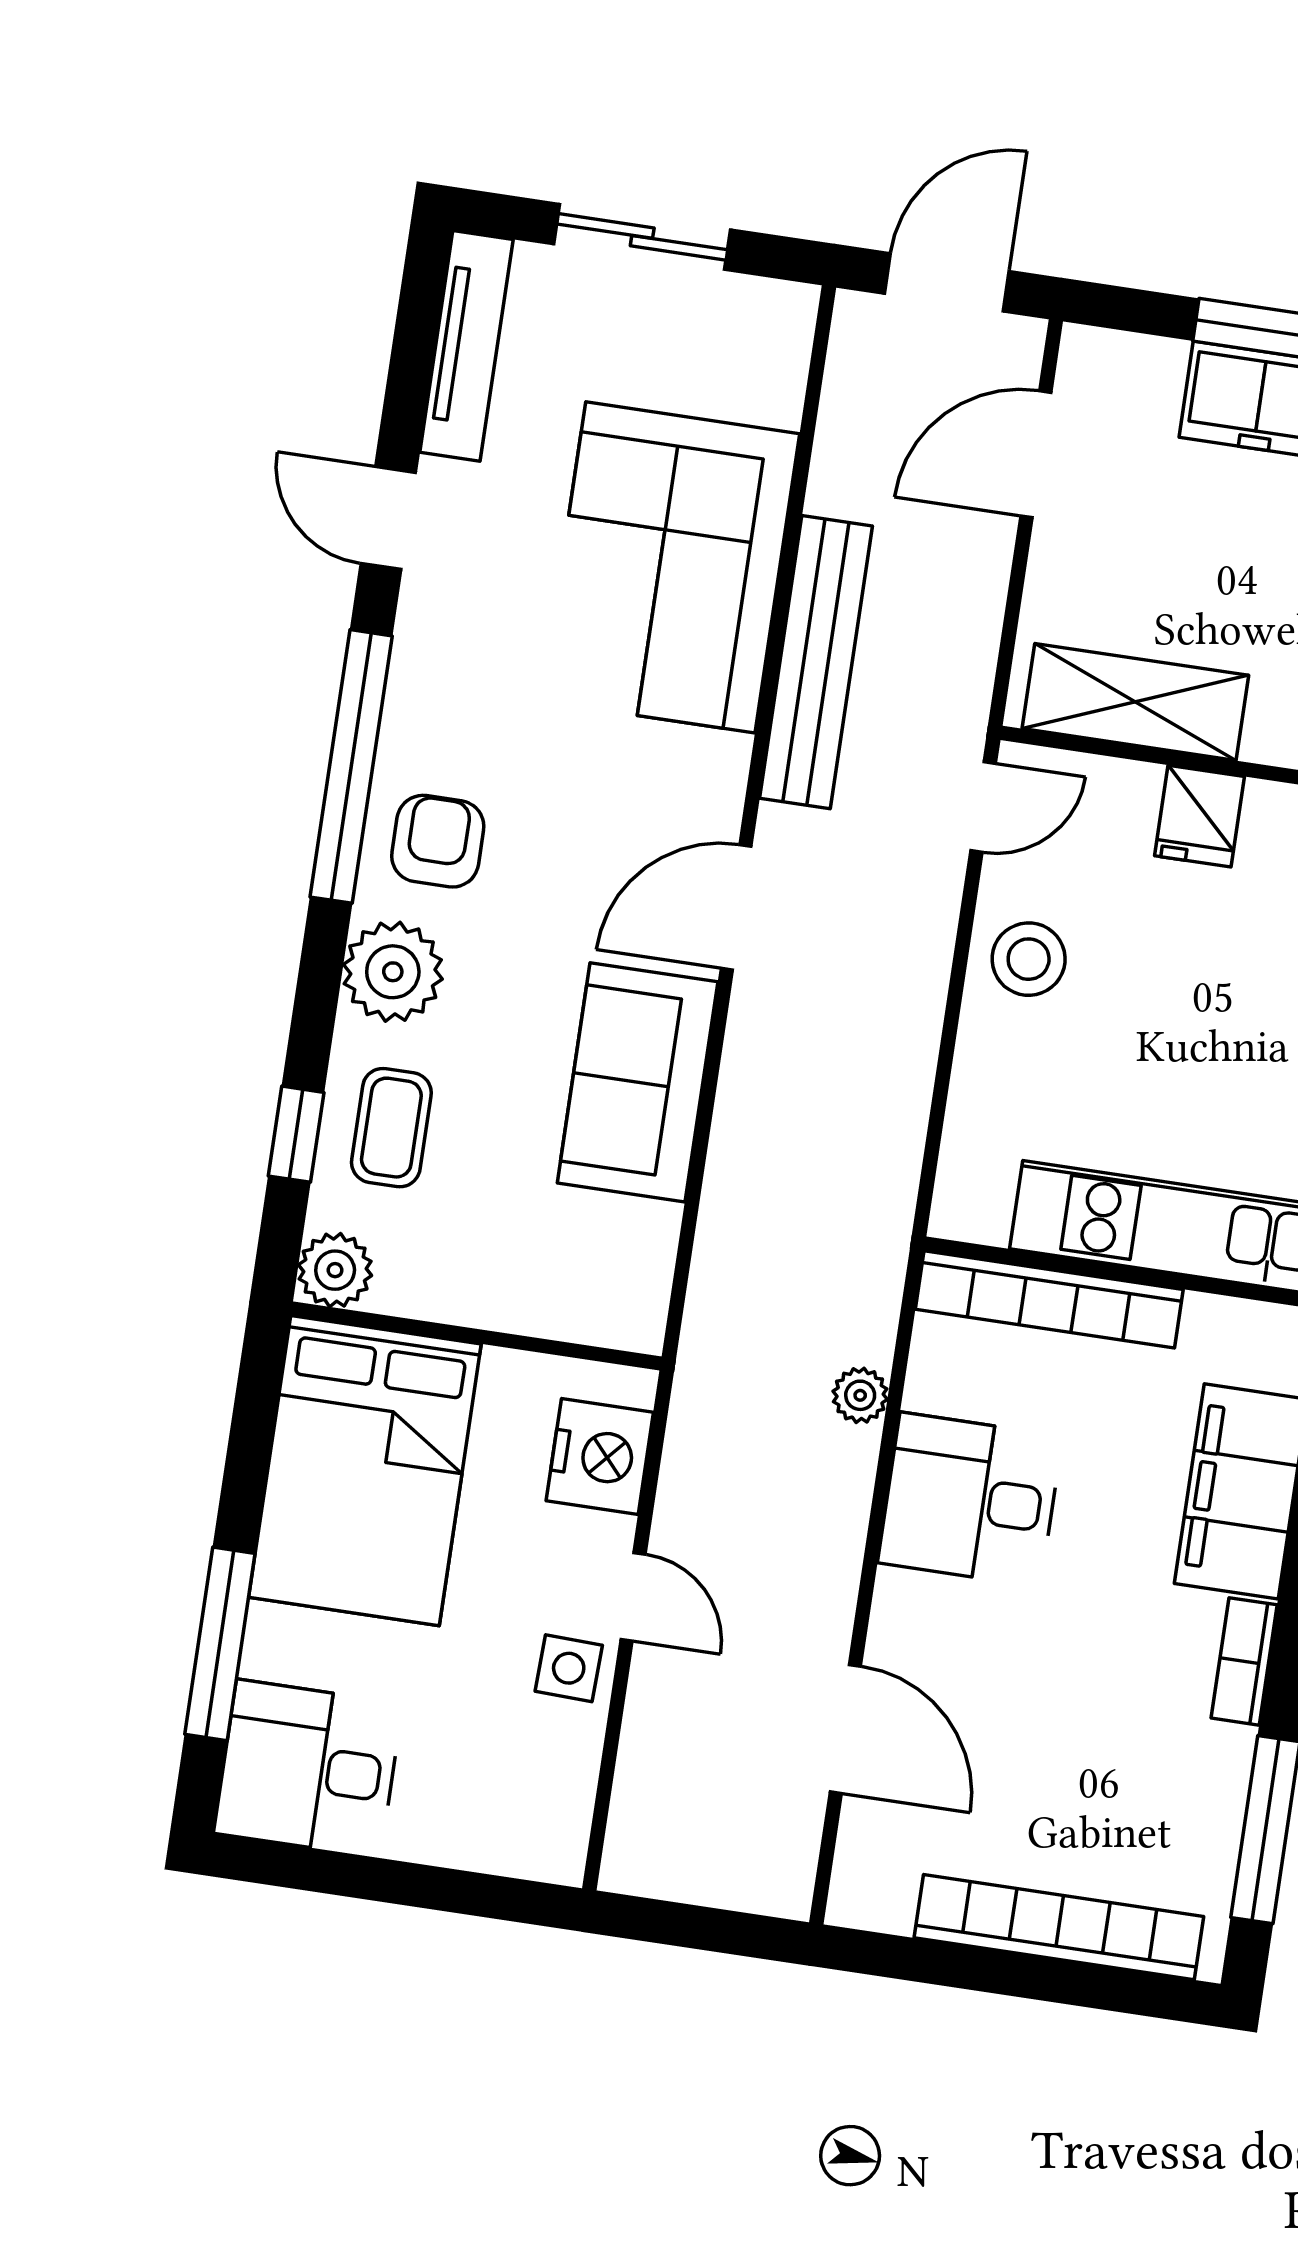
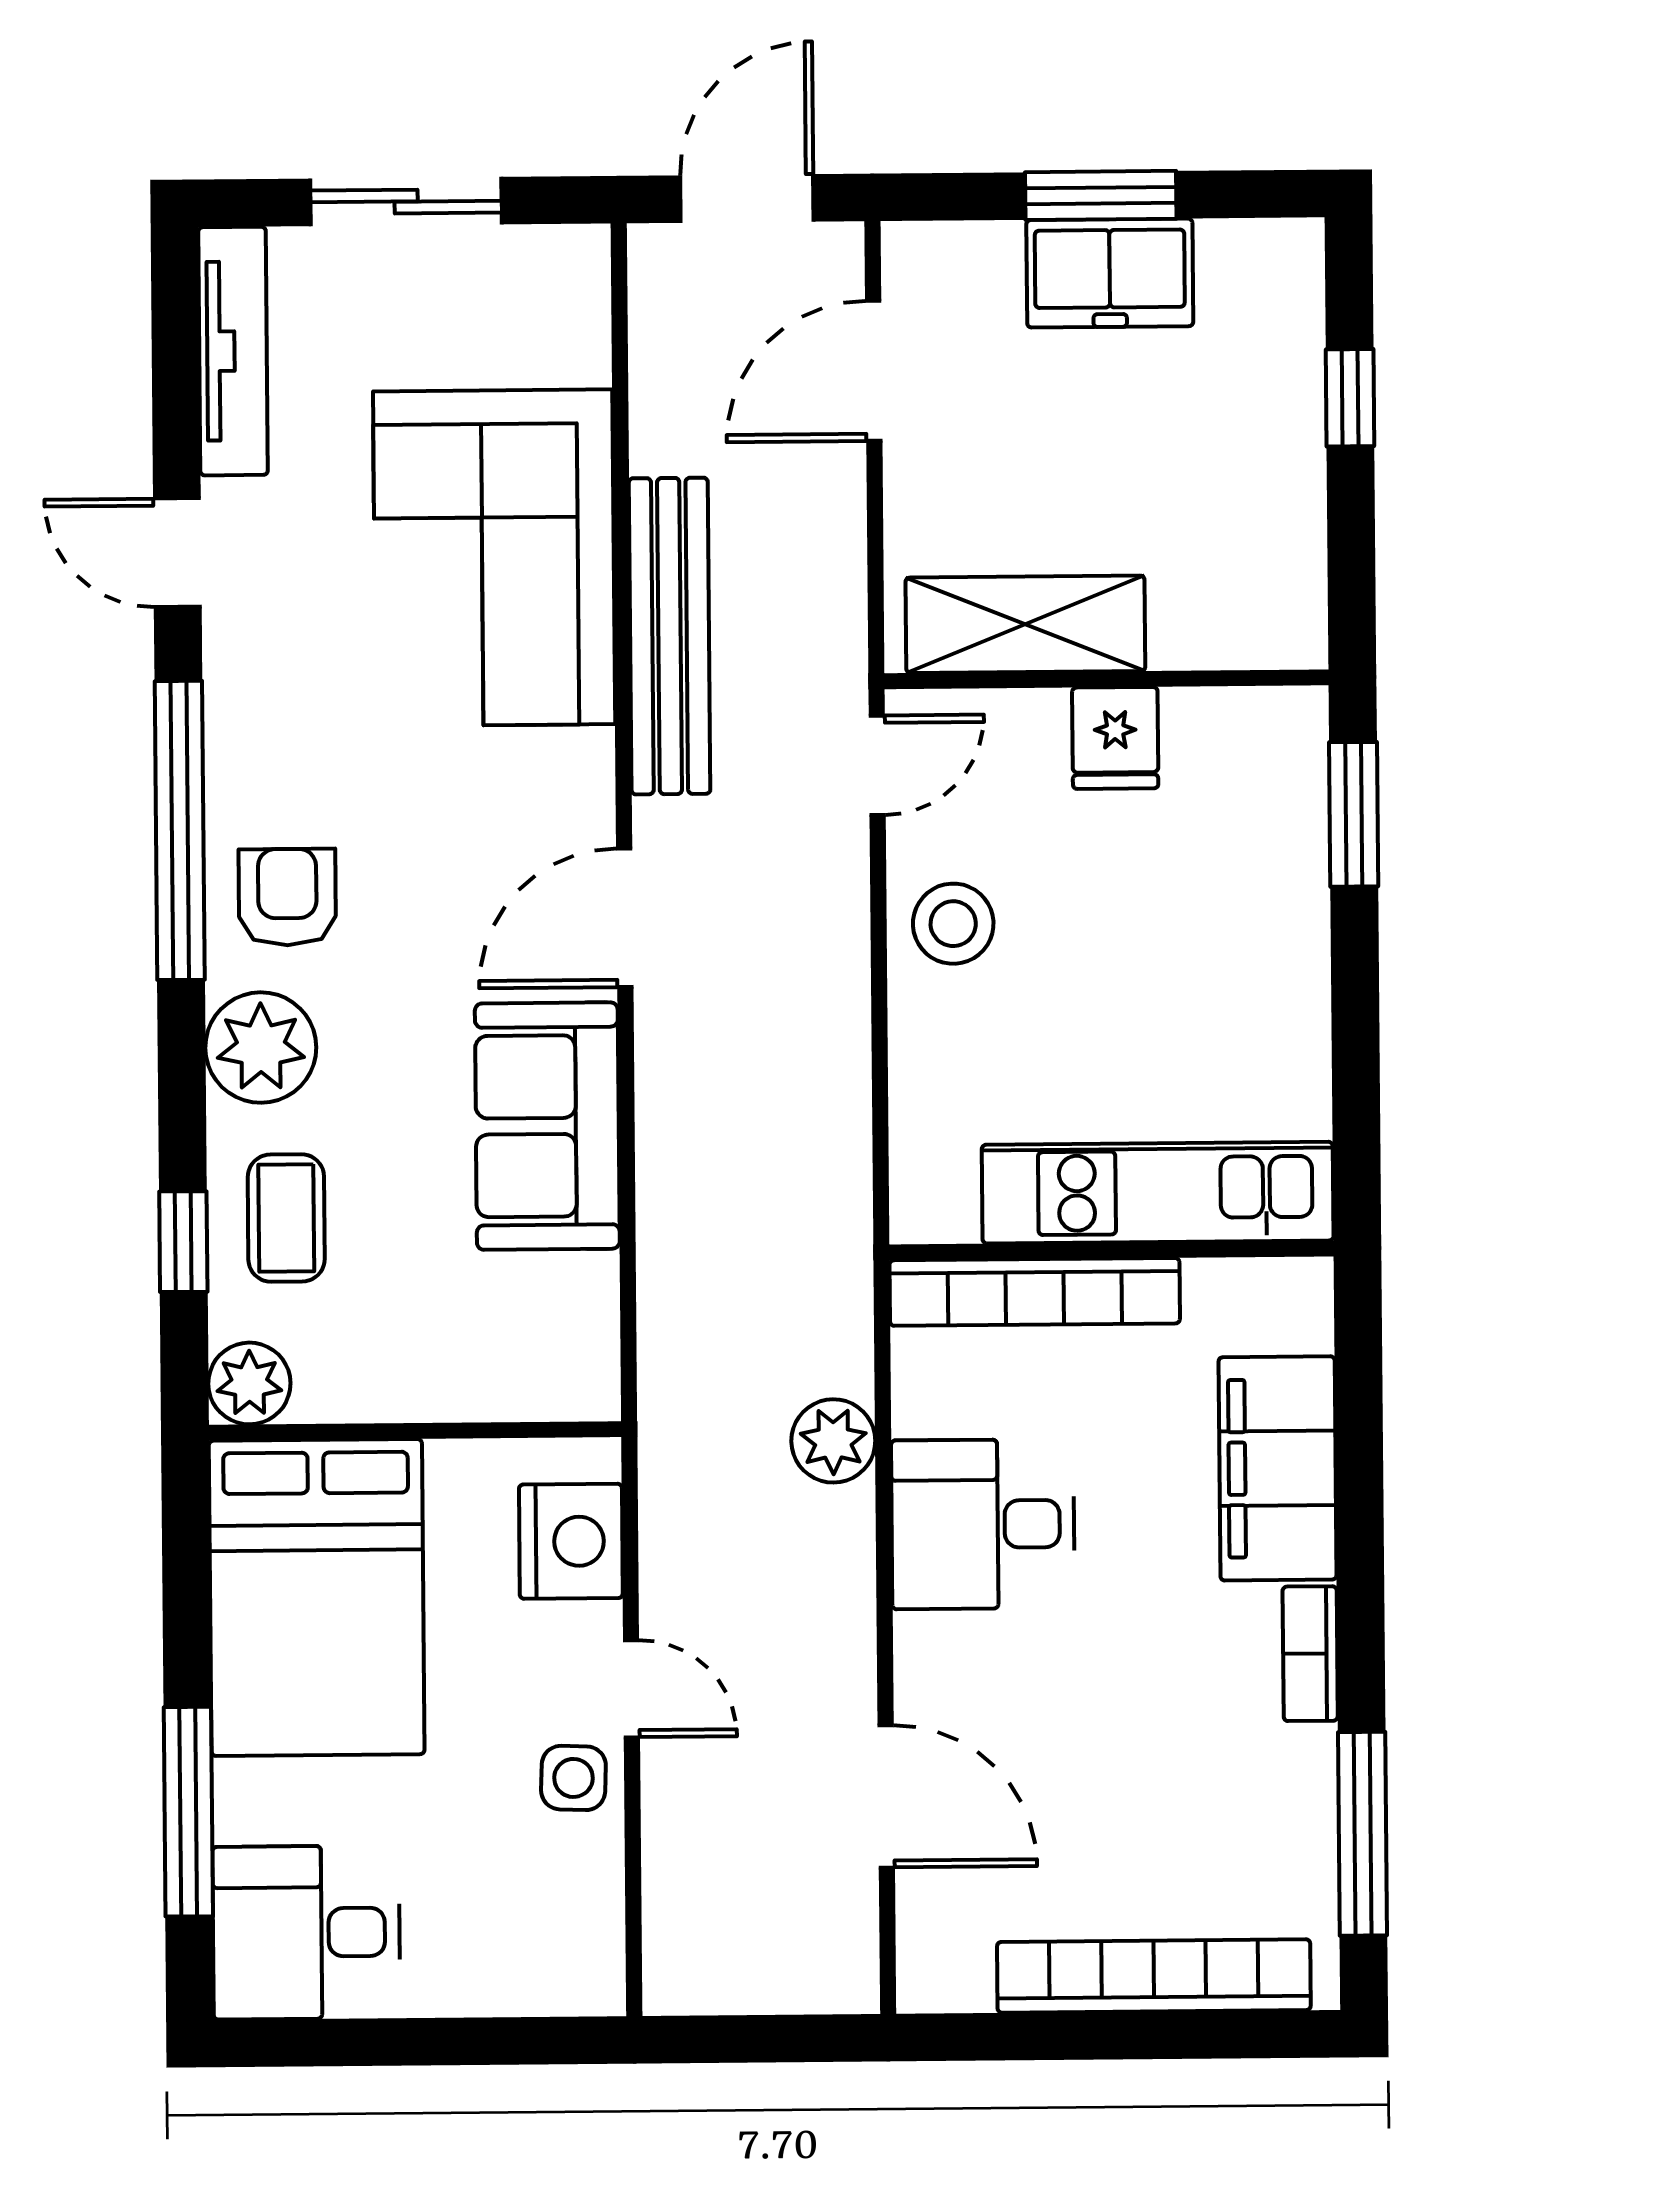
plant: (860, 1395) -> (833, 1441), width x1.38, depth x1.38

